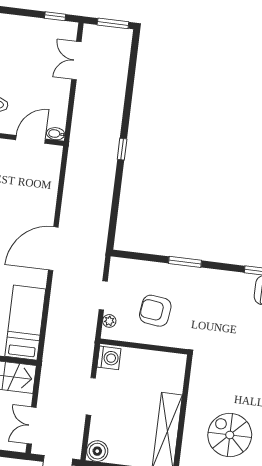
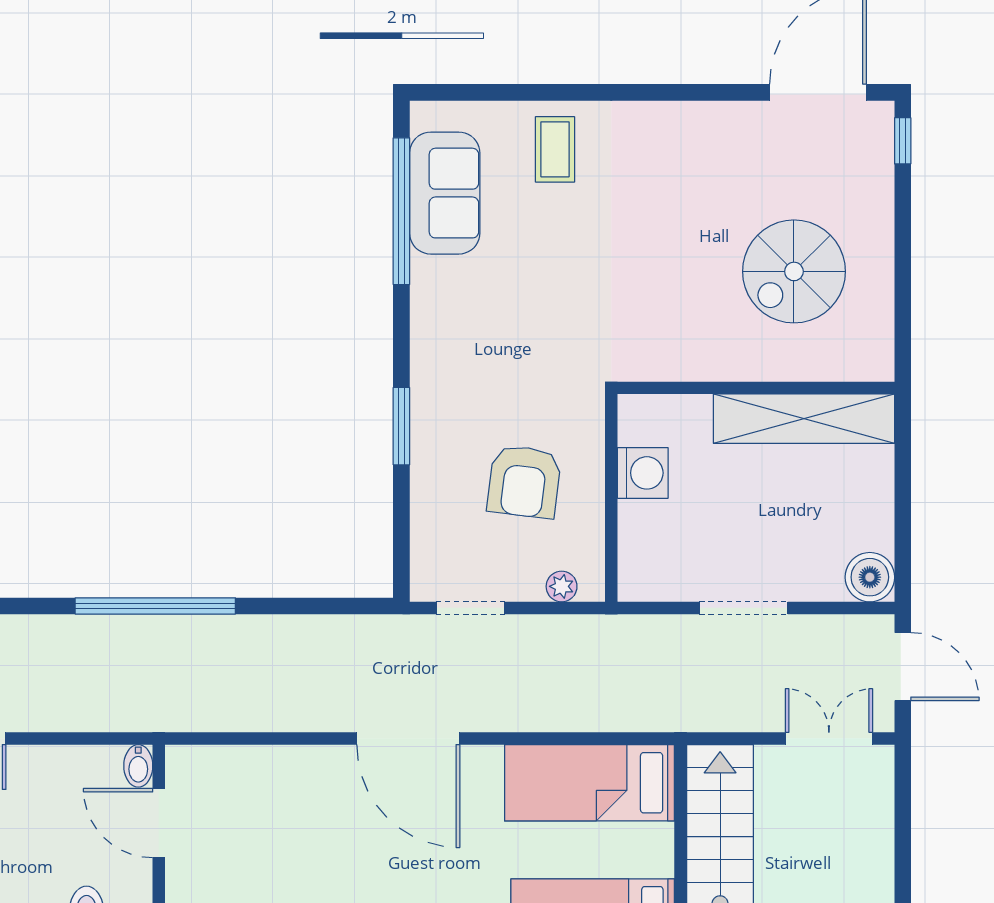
window: (122, 149) -> (155, 606), width x3.17
doorway: (103, 296) -> (471, 608), moved
washing machine: (109, 358) -> (643, 473), moved, turned 90
double door: (32, 426) -> (829, 738), swing flipped

